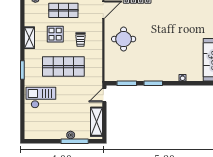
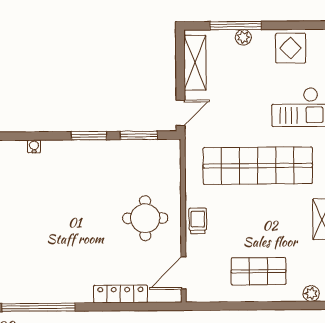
display table: (55, 34) -> (291, 48), moved
trolley: (81, 40) -> (198, 221), moved
shop shelf: (63, 67) -> (258, 166), width x1.40

